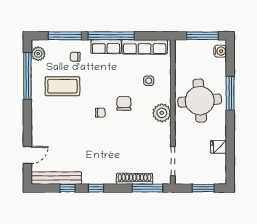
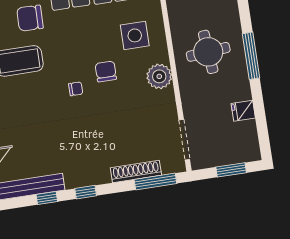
chair: (75, 57) -> (30, 18), width x1.87, depth x1.87
side table: (149, 81) -> (135, 35), width x1.87, depth x1.87
window: (230, 93) -> (251, 56), moved
round table: (200, 101) -> (208, 52), width x0.73, depth x0.73

